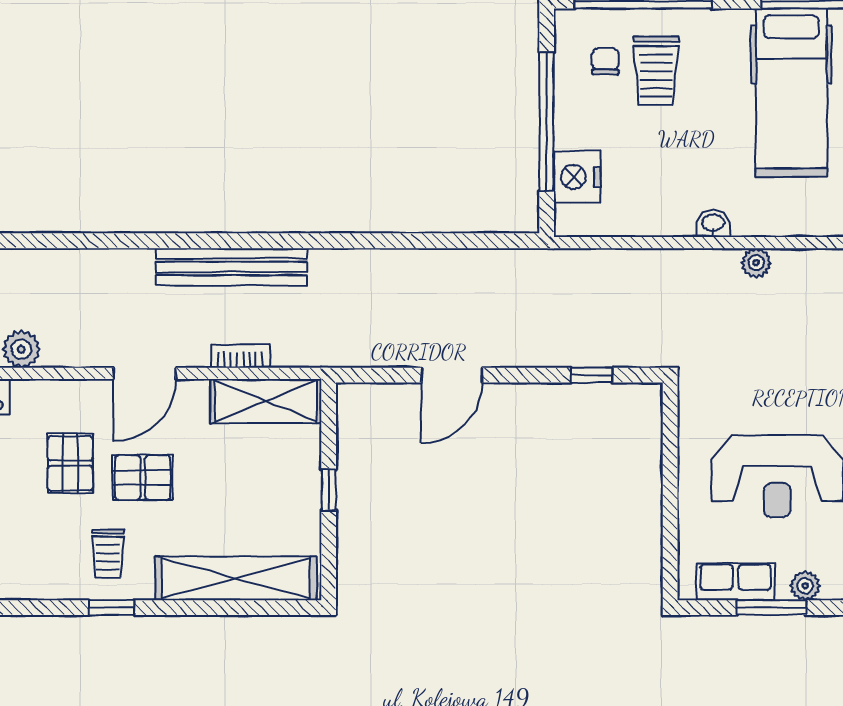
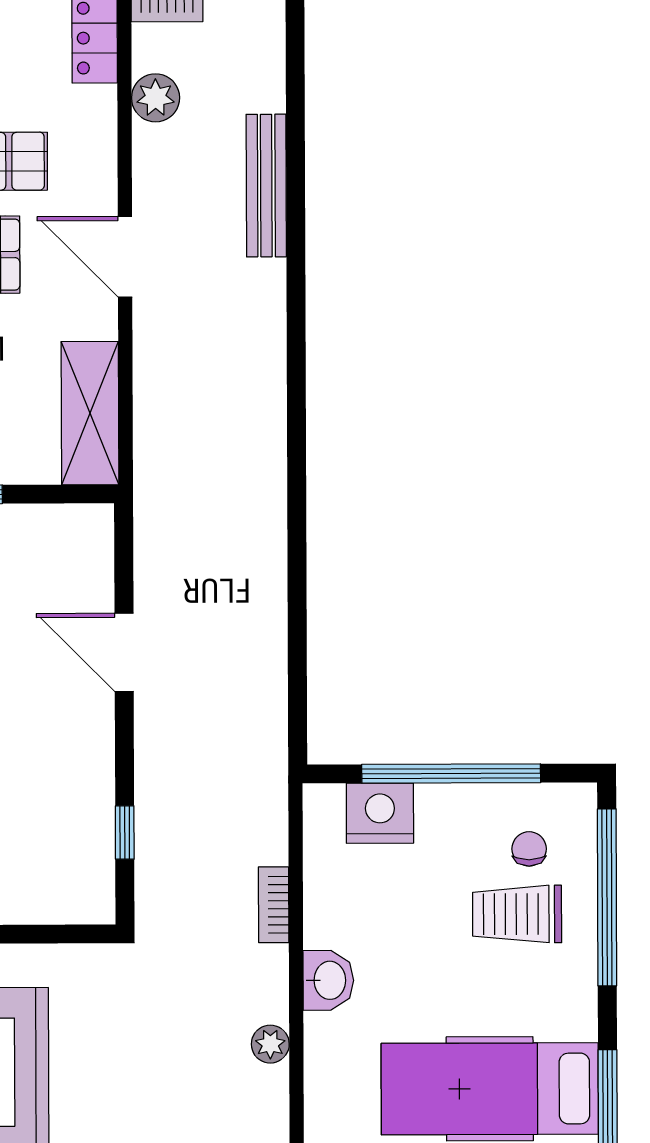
chair: (605, 61) -> (529, 849), turned -90
washbasin: (713, 224) -> (328, 980), width x1.38, depth x1.45
bench: (231, 267) -> (266, 186), moved, width x0.73, depth x0.82
bookcase: (240, 356) -> (274, 905), moved, turned 180

